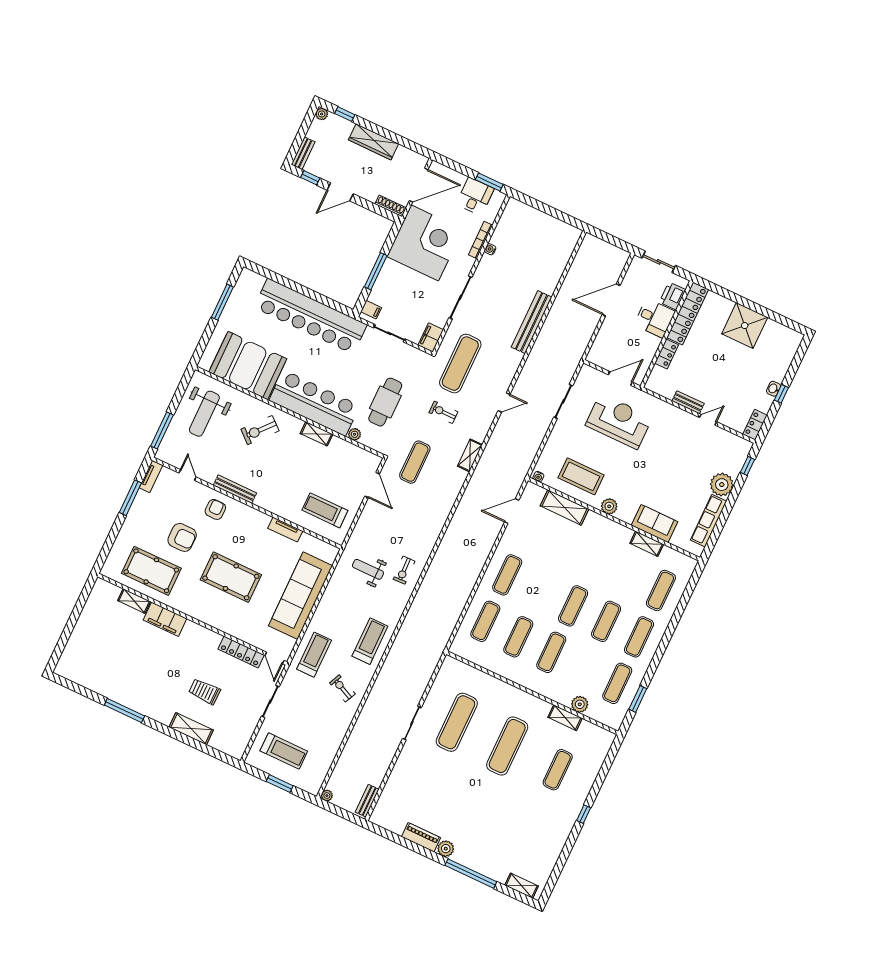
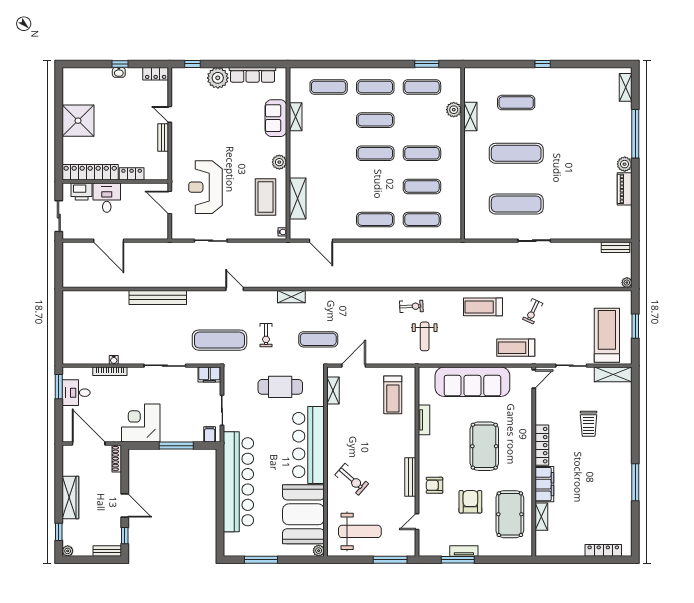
corner desk: (425, 243) -> (141, 423), width x0.74, depth x0.74
shelving: (317, 434) -> (333, 390), moved
plant: (355, 434) -> (319, 551), moved
tv unit: (151, 476) -> (464, 551), moved
locker: (72, 647) -> (603, 550), added
locker: (241, 652) -> (542, 445), moved
shelving: (191, 729) -> (613, 374), moved, turned 90
treadmill: (284, 751) -> (607, 335), width x1.37, depth x1.38

